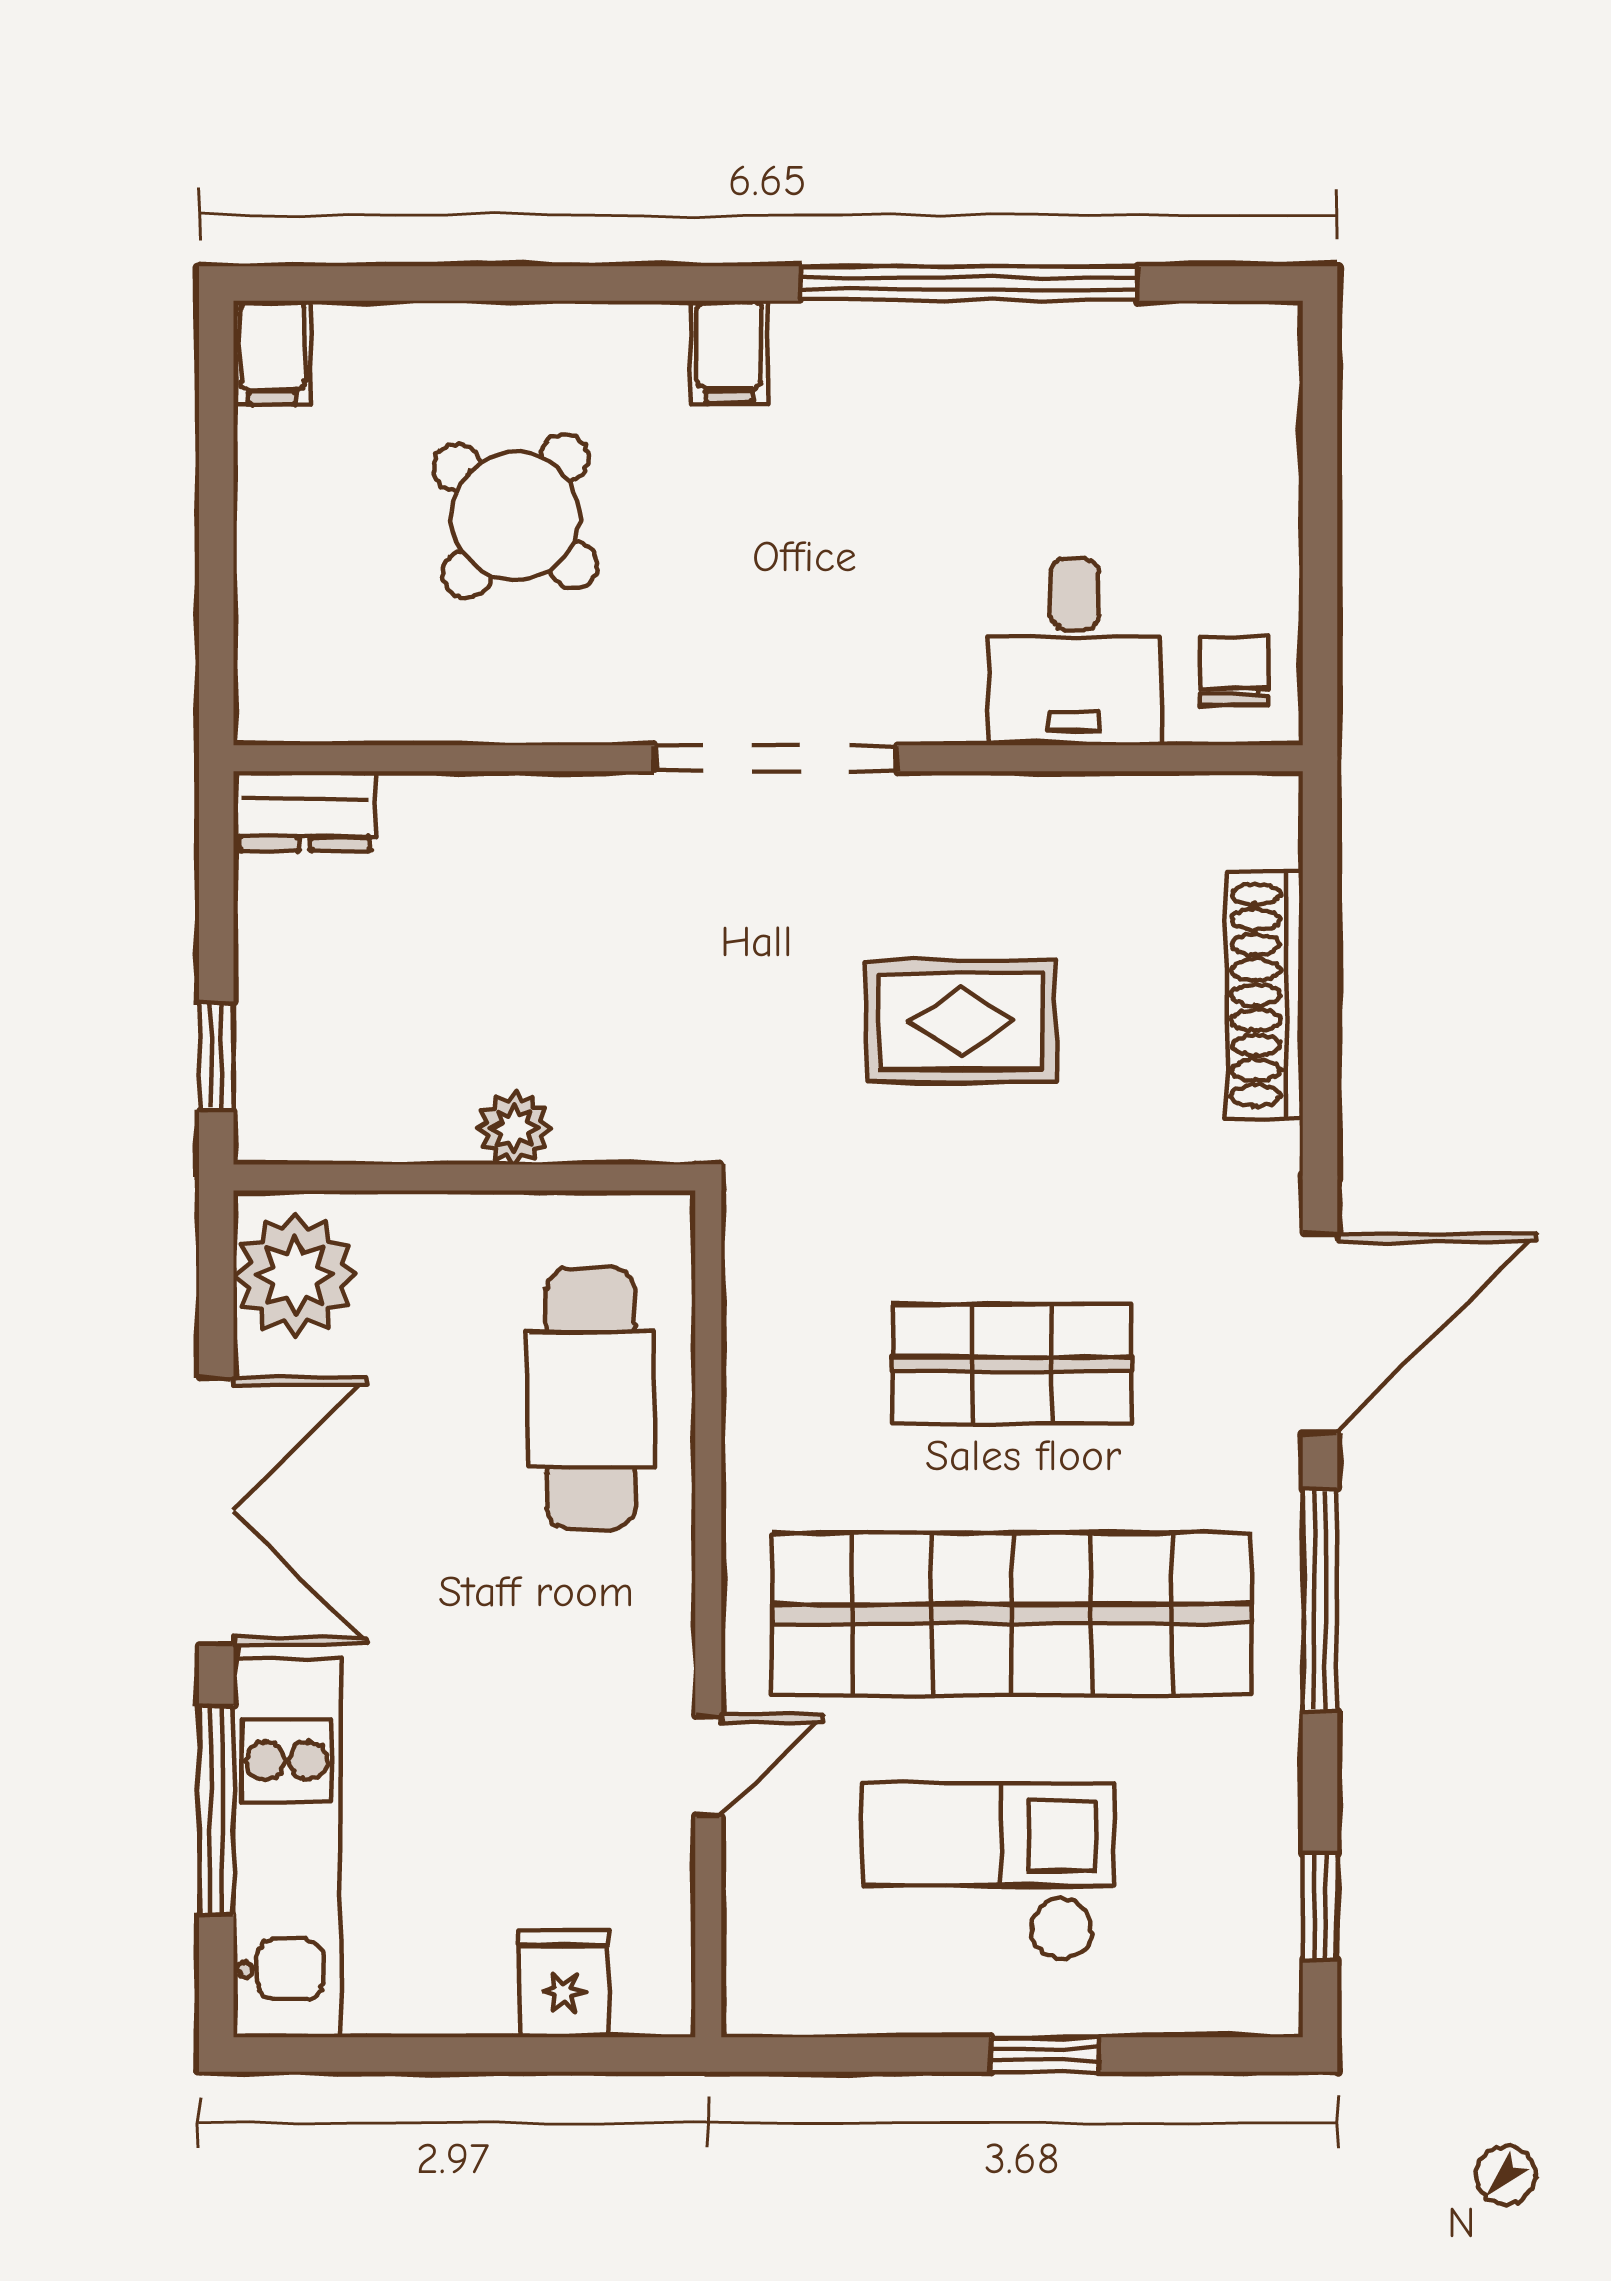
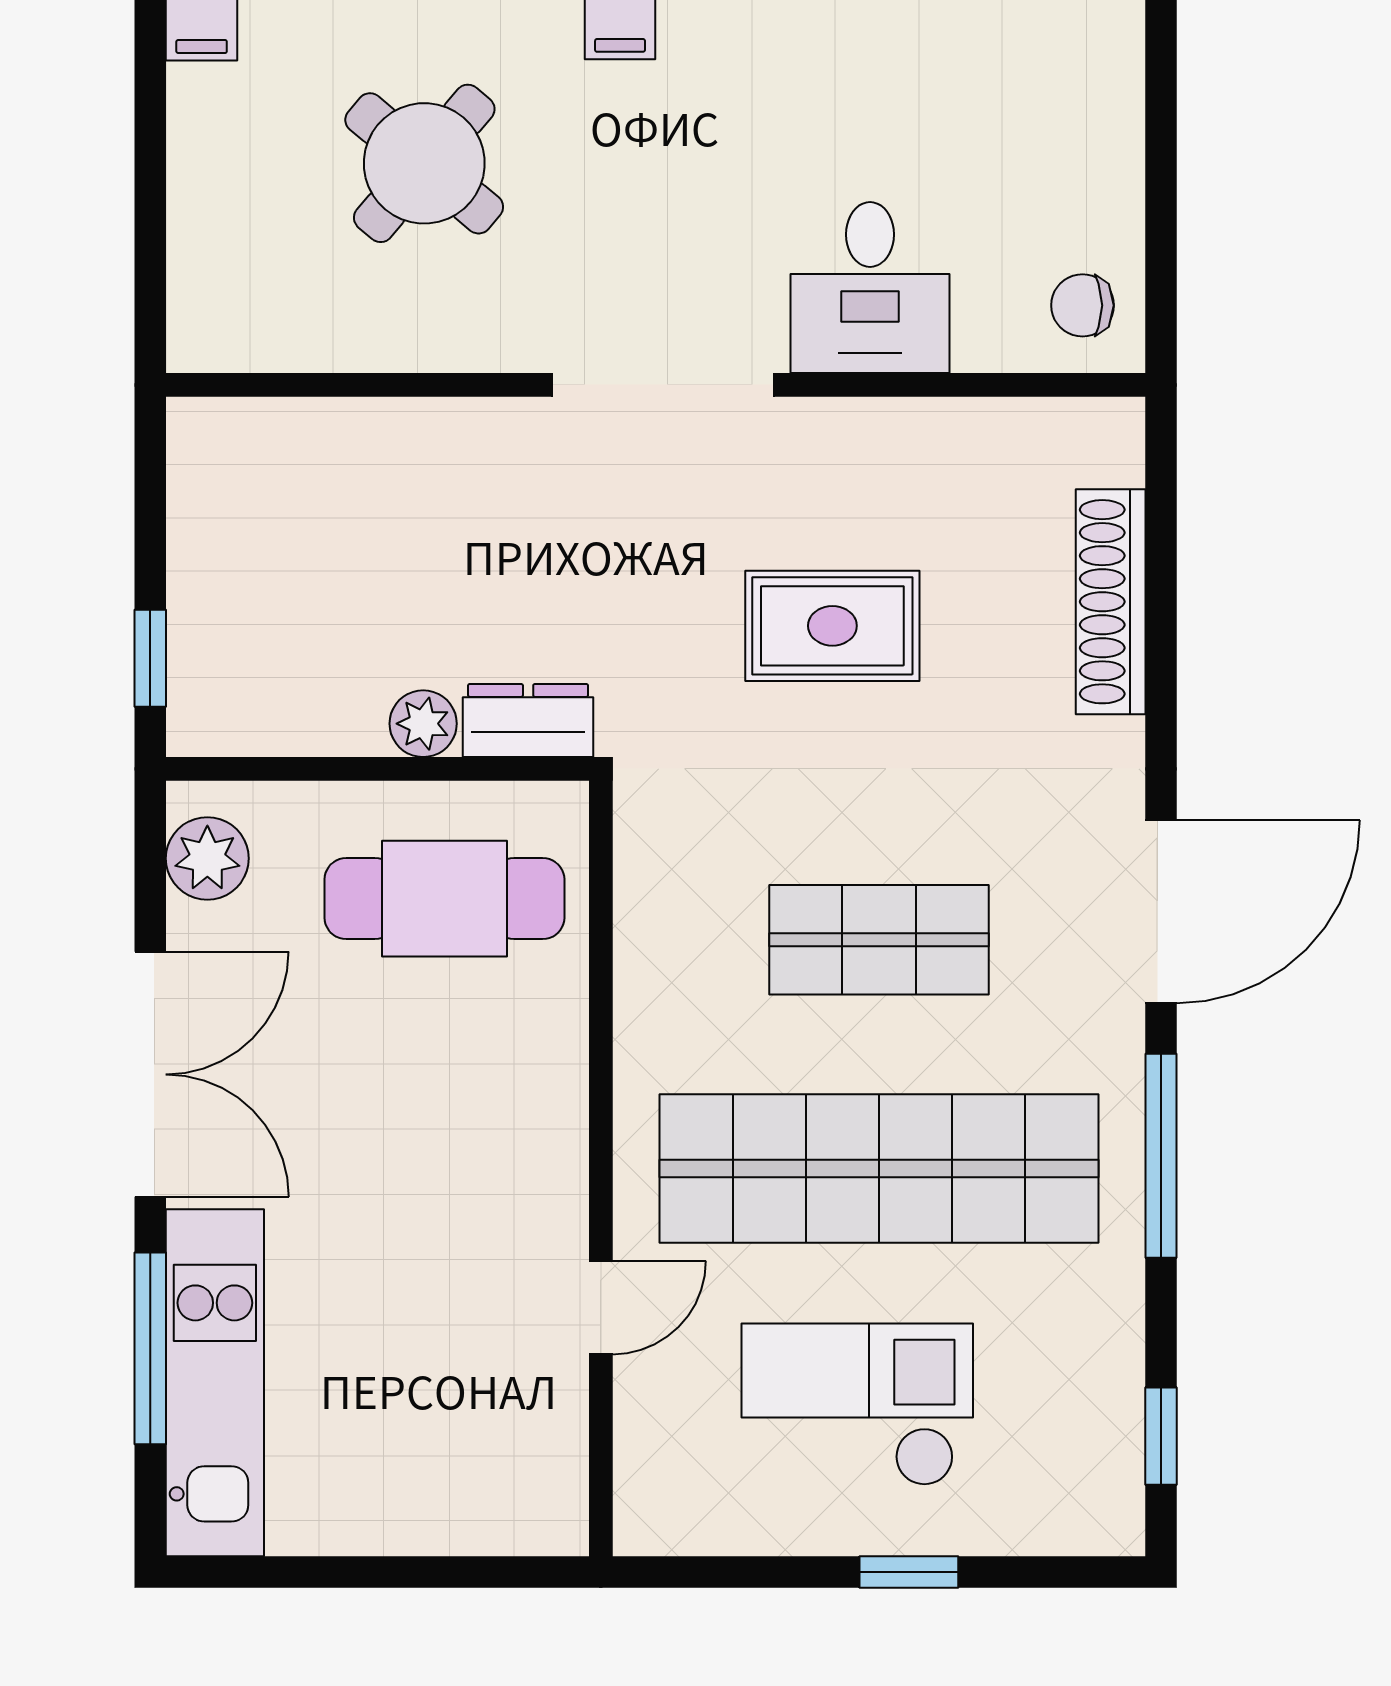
desk: (1075, 652) -> (870, 288), moved
chair: (1234, 671) -> (1083, 305), turned -90
dresser: (305, 811) -> (528, 721), moved, turned 180
plant: (295, 1275) -> (207, 858), width x0.73, depth x0.73
cafe table: (591, 1399) -> (444, 899), moved, turned 90
fridge: (564, 1984) -> (468, 1507), removed

